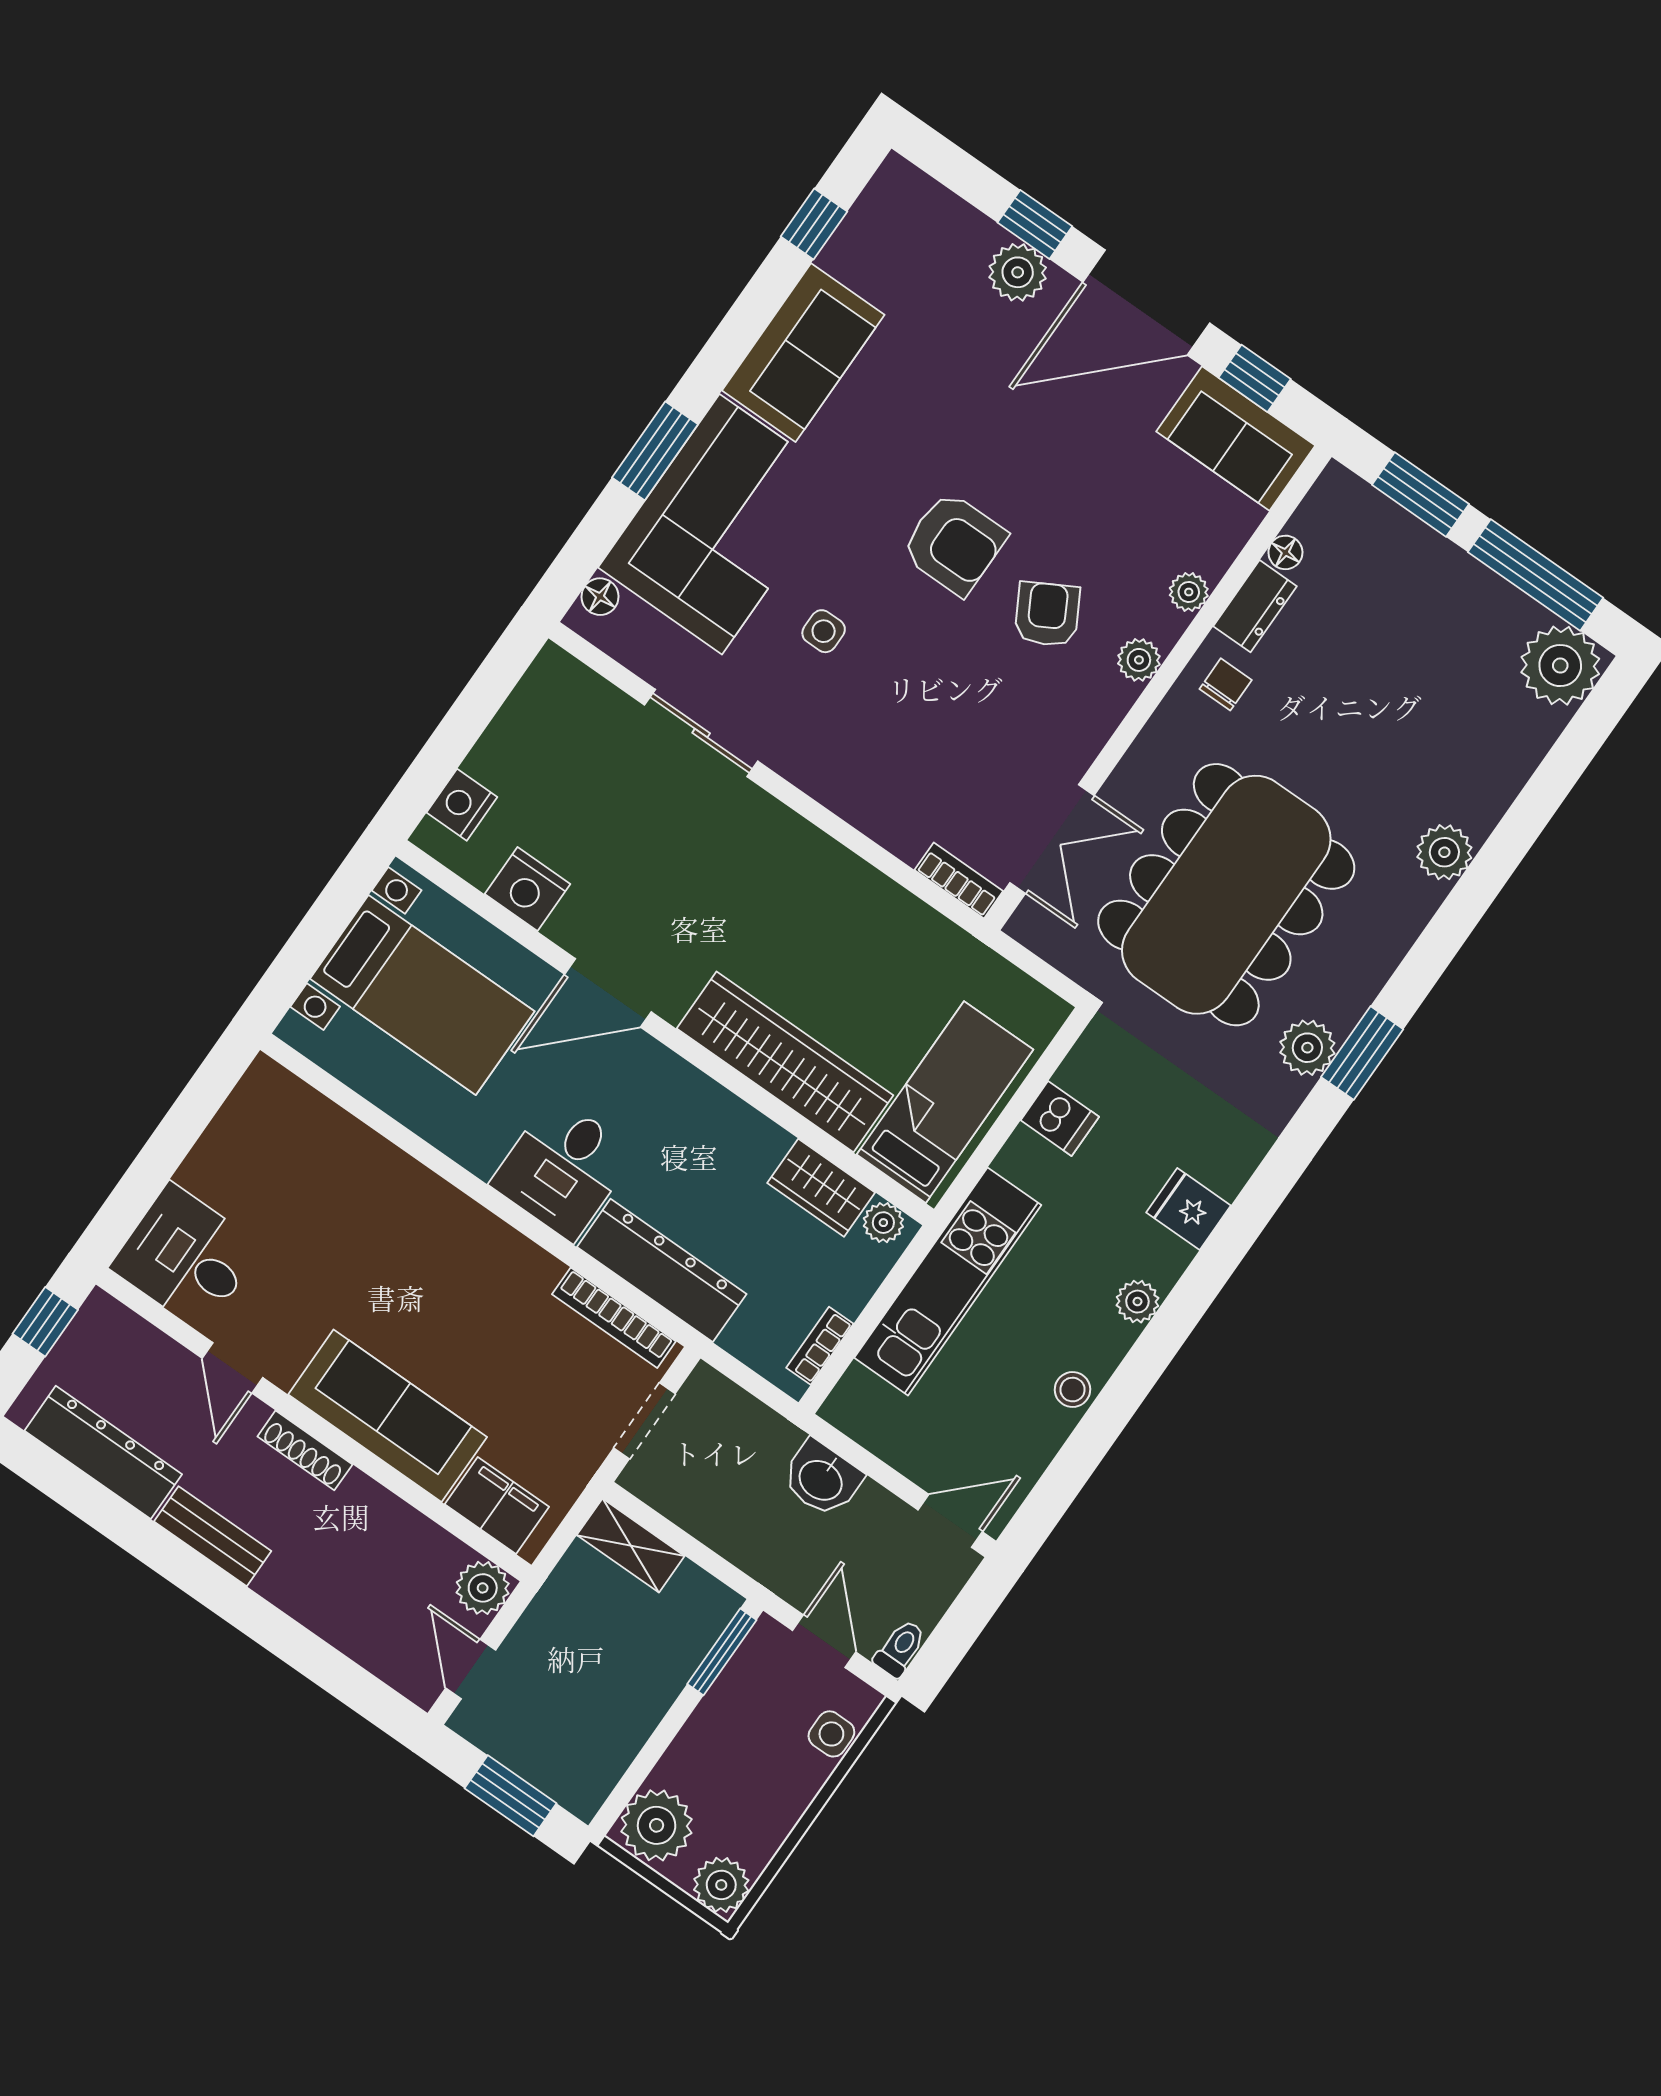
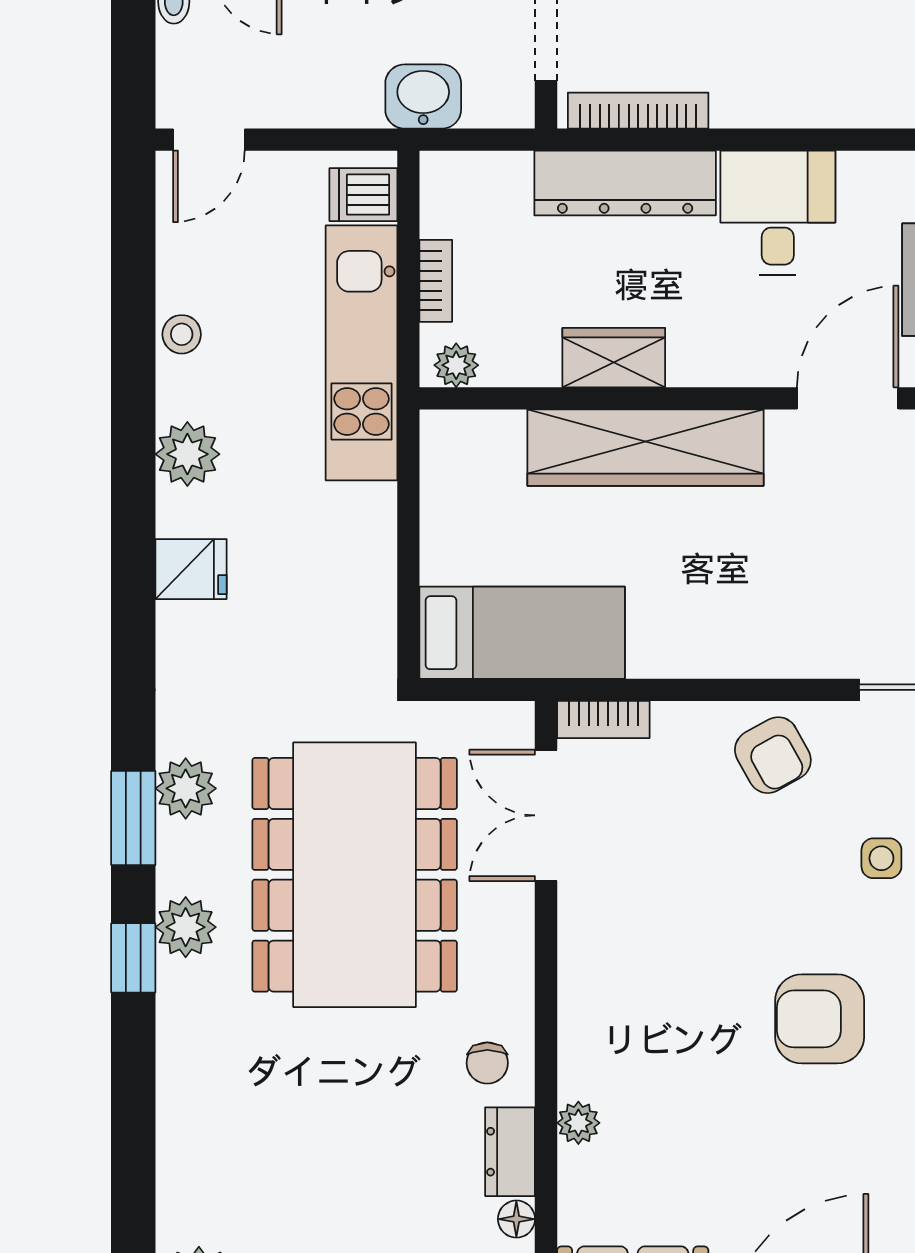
armchair: (1047, 614) -> (773, 755), moved
plant: (1139, 660) -> (580, 1031), removed
plant: (1444, 852) -> (186, 927), moved
window: (1435, 949) -> (133, 958), added
bed: (945, 1102) -> (522, 633), moved, turned -90
dishwasher: (1060, 1118) -> (363, 195), moved
wardrobe: (821, 1188) -> (614, 358), moved
plant: (1137, 1302) -> (187, 454), width x1.38, depth x1.38
bookcase: (820, 1346) -> (436, 281), moved
washbasin: (822, 1479) -> (423, 96), moved

